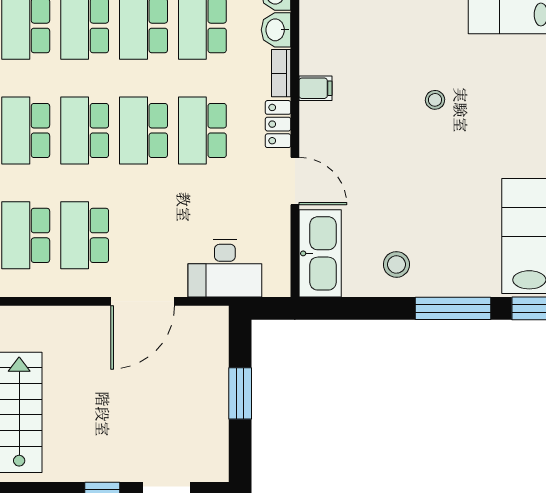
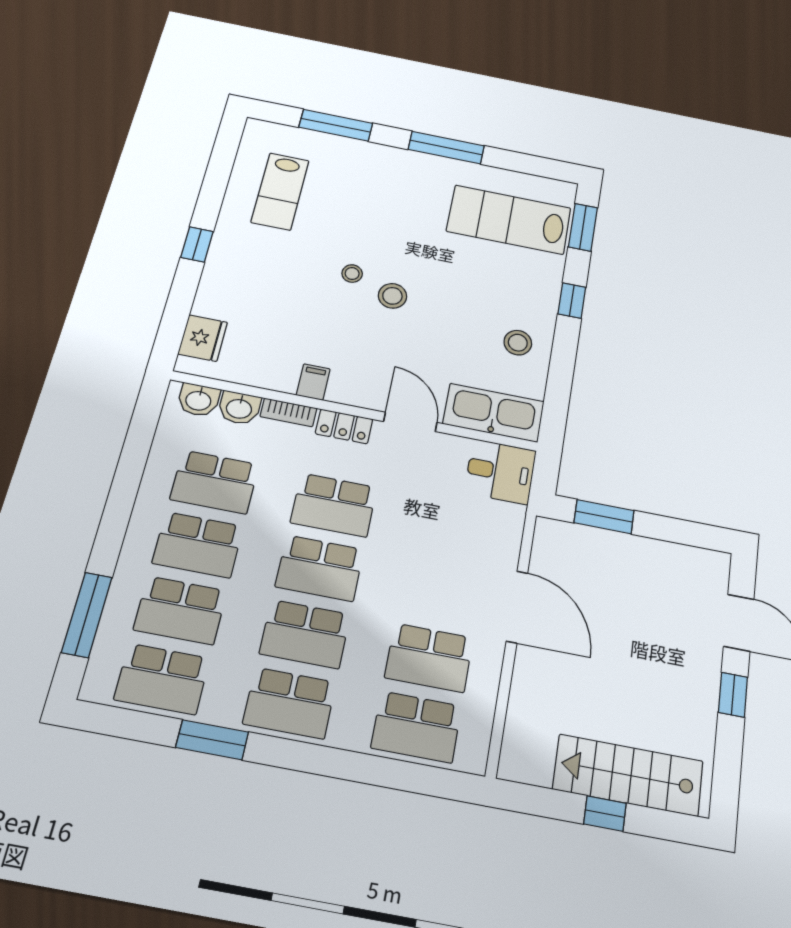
stool: (420, 141) -> (392, 296), added
door: (295, 181) -> (410, 422), hinge flipped
desk: (225, 268) -> (500, 472), moved, width x0.73
window: (453, 308) -> (572, 301), width x0.46
window: (240, 393) -> (604, 517), moved

